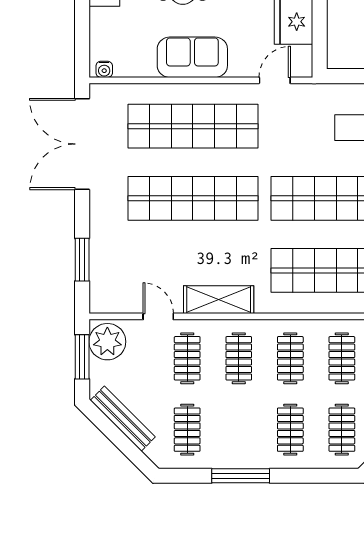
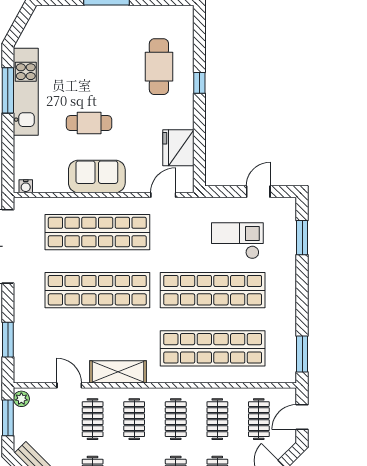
plant: (107, 342) -> (21, 399), width x0.53, depth x0.53

